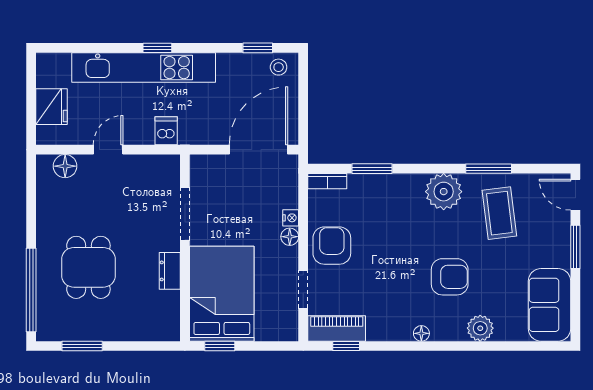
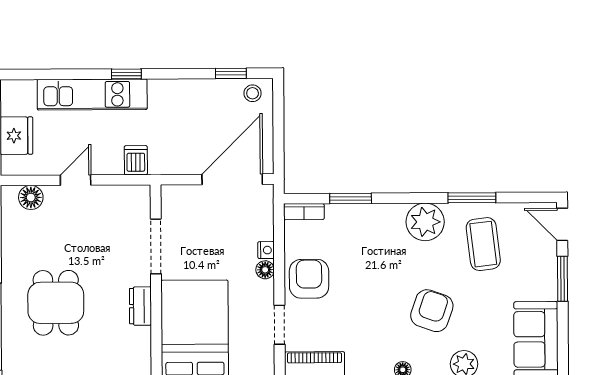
kitchen unit: (144, 68) -> (92, 95), width x0.73
armchair: (450, 277) -> (432, 311), turned -71

